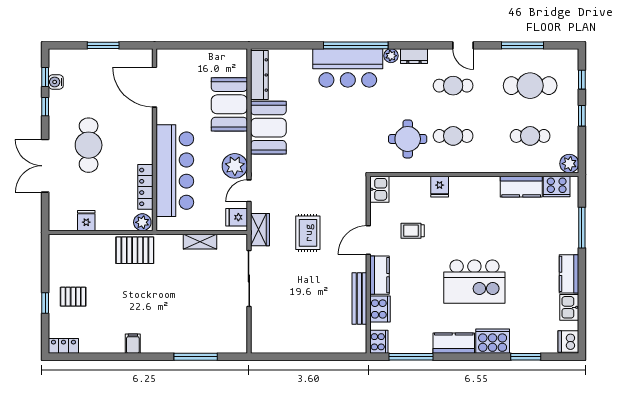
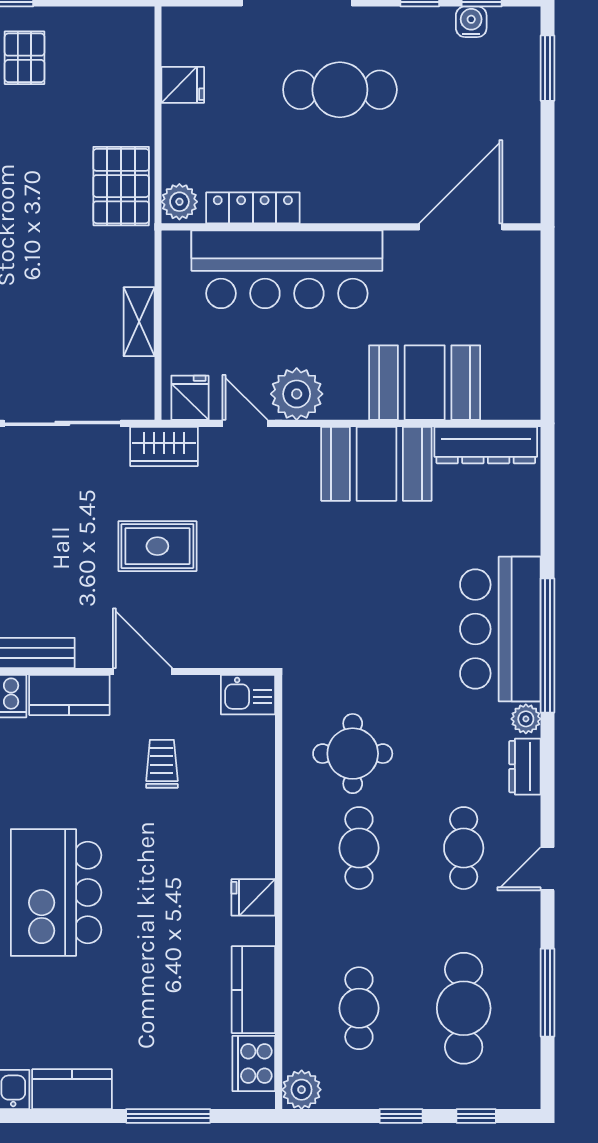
window: (103, 45) -> (547, 68), moved
fridge: (440, 187) -> (253, 897), moved

